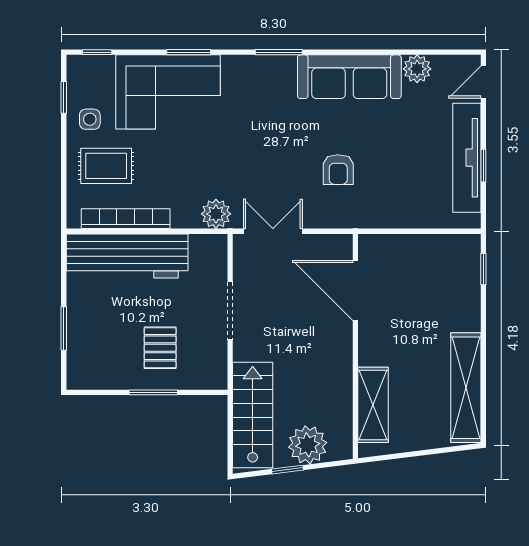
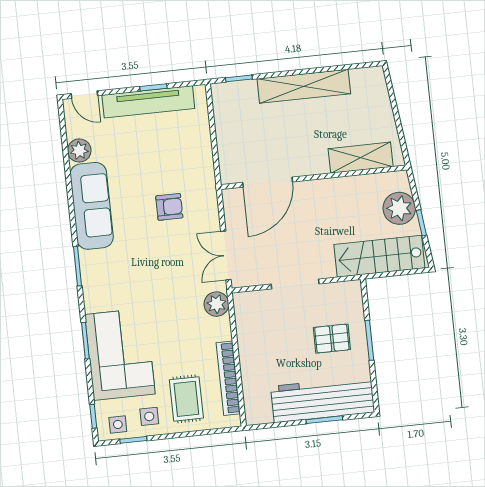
side table: (84, 81) -> (118, 424), added
workbench: (127, 256) -> (323, 399), moved, turned -90
shelving: (466, 388) -> (304, 86), moved

